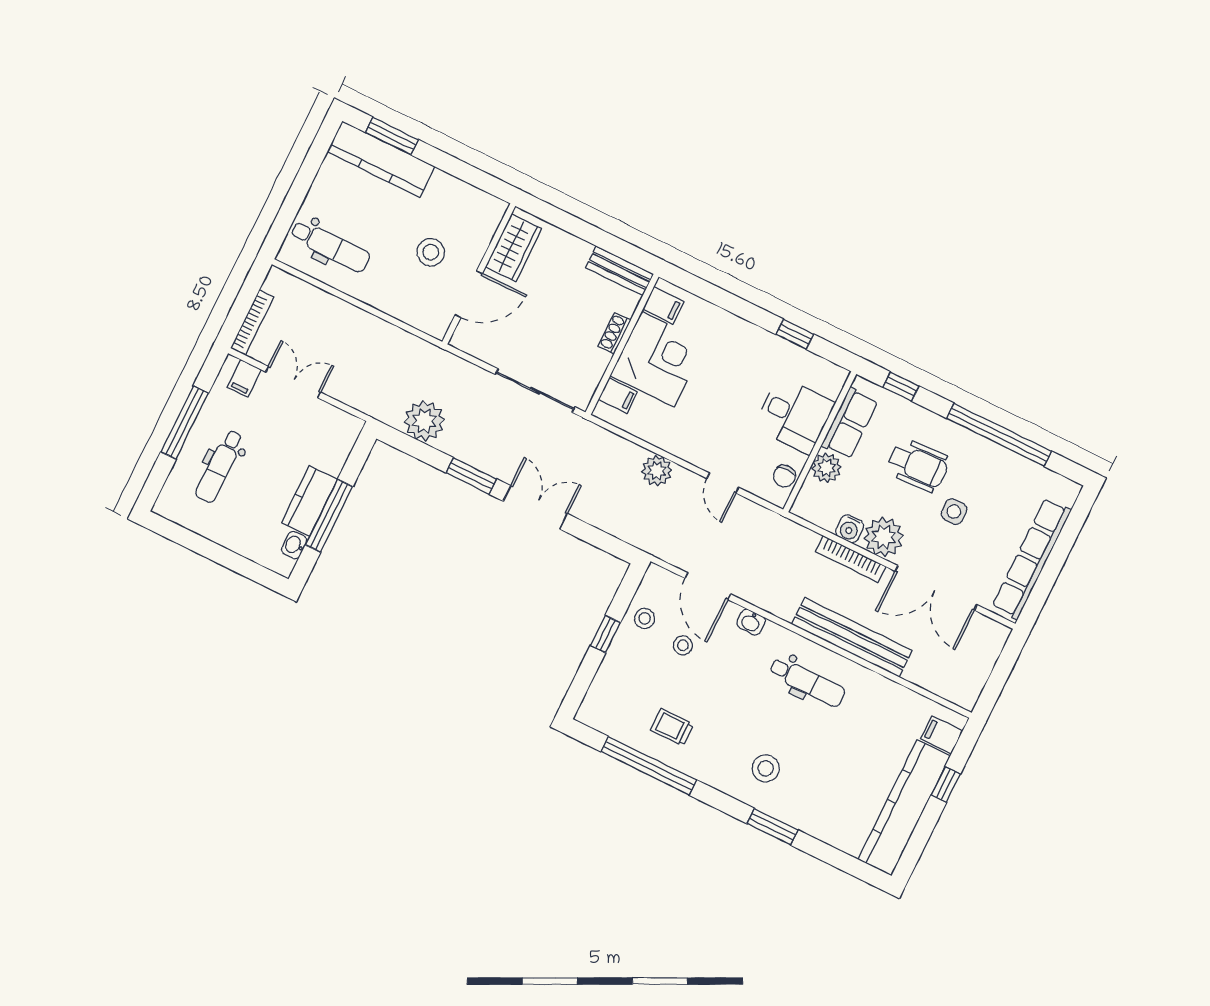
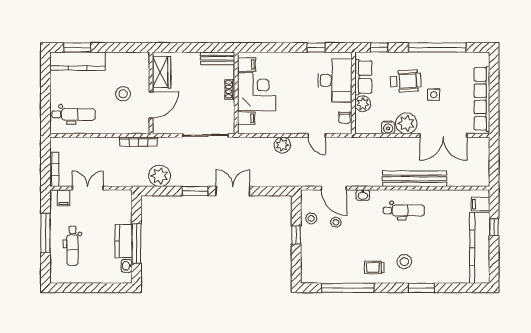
desk: (794, 415) -> (335, 80), width x1.37
bookcase: (851, 559) -> (138, 142), moved
trolley: (672, 727) -> (374, 267), moved

